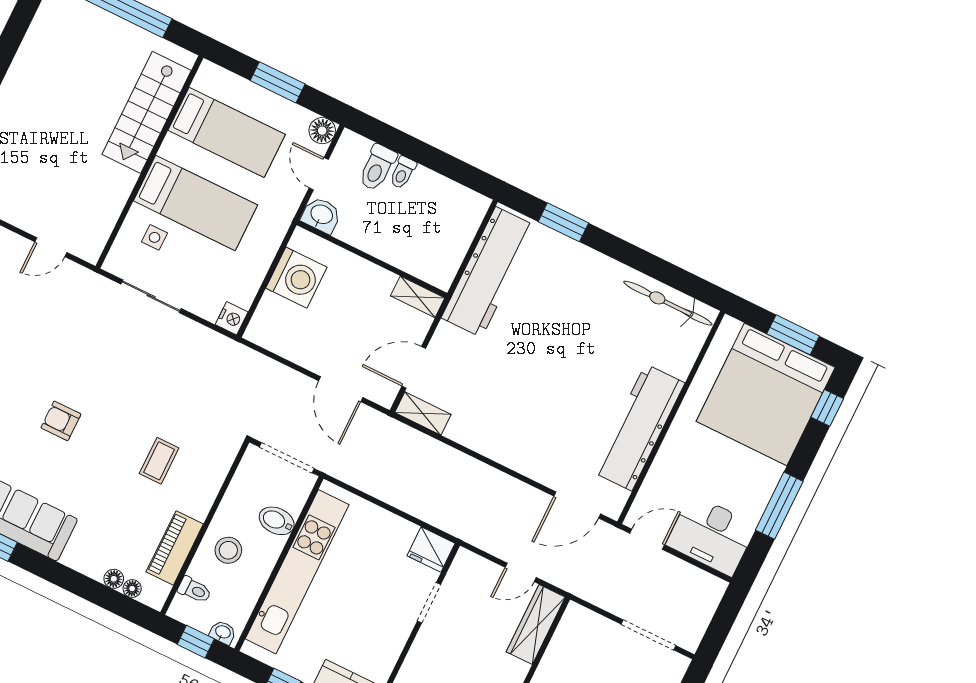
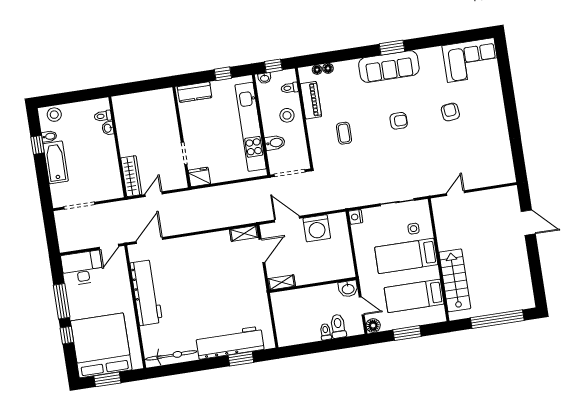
workbench: (489, 272) -> (230, 343), moved, turned 90
washing machine: (296, 278) -> (317, 228), moved, turned -90
window: (827, 408) -> (67, 335), moved

